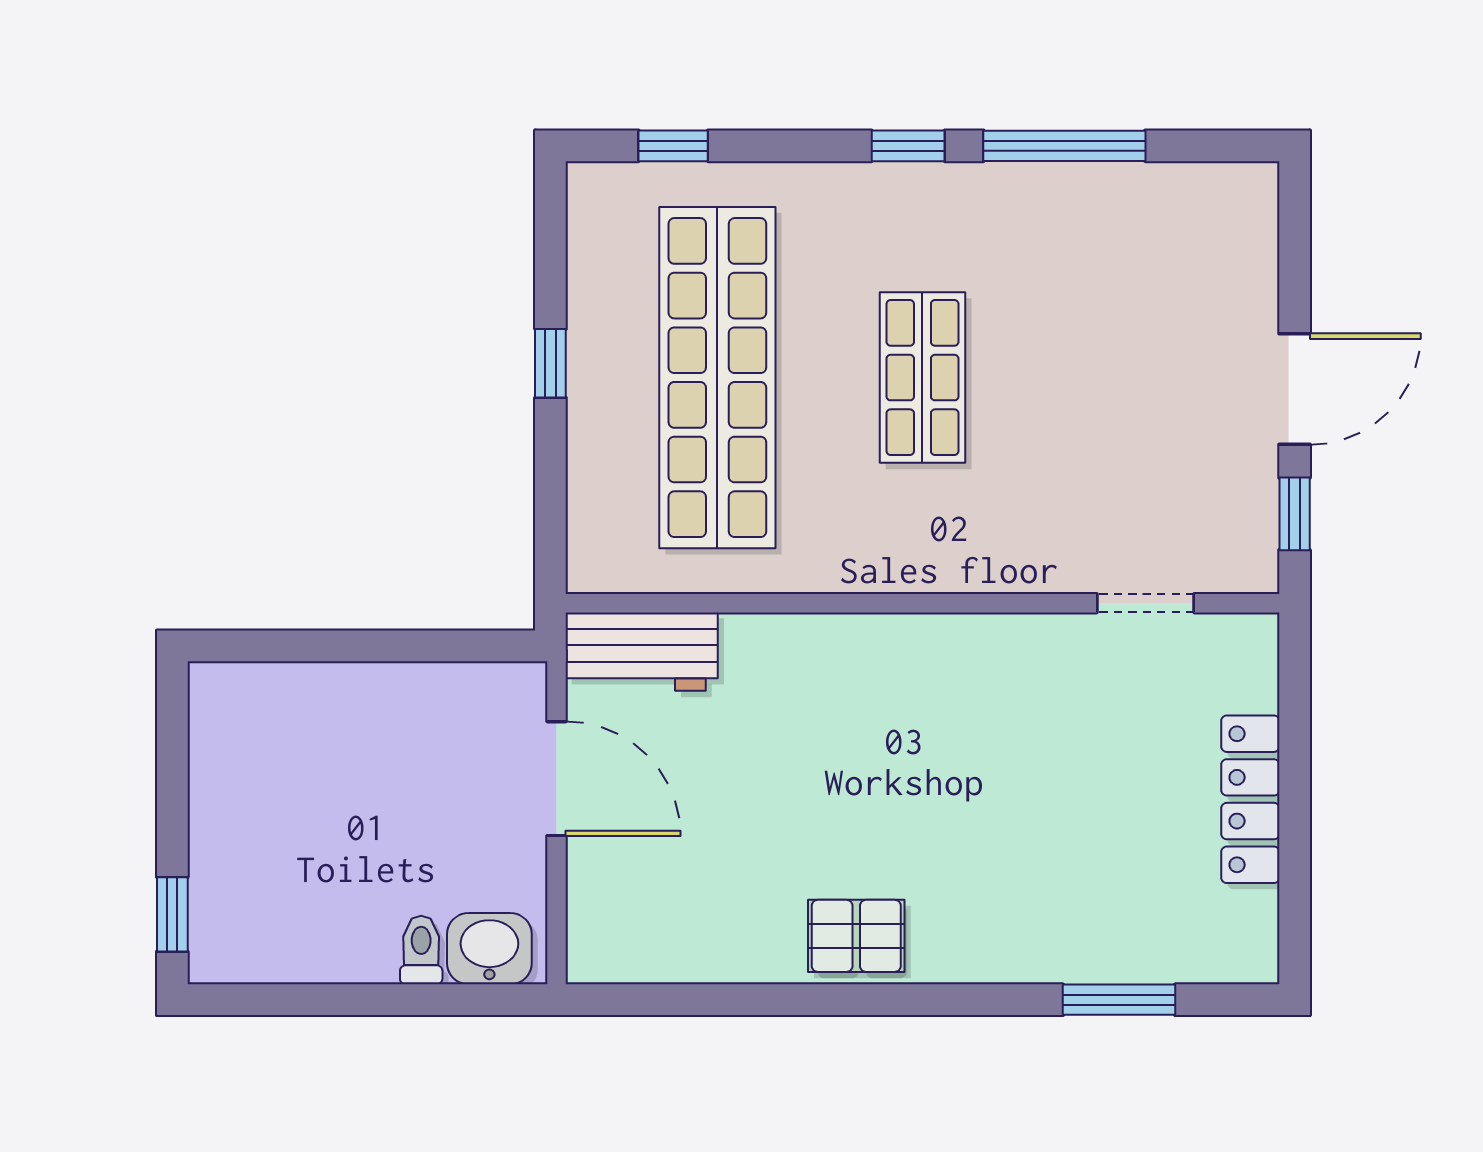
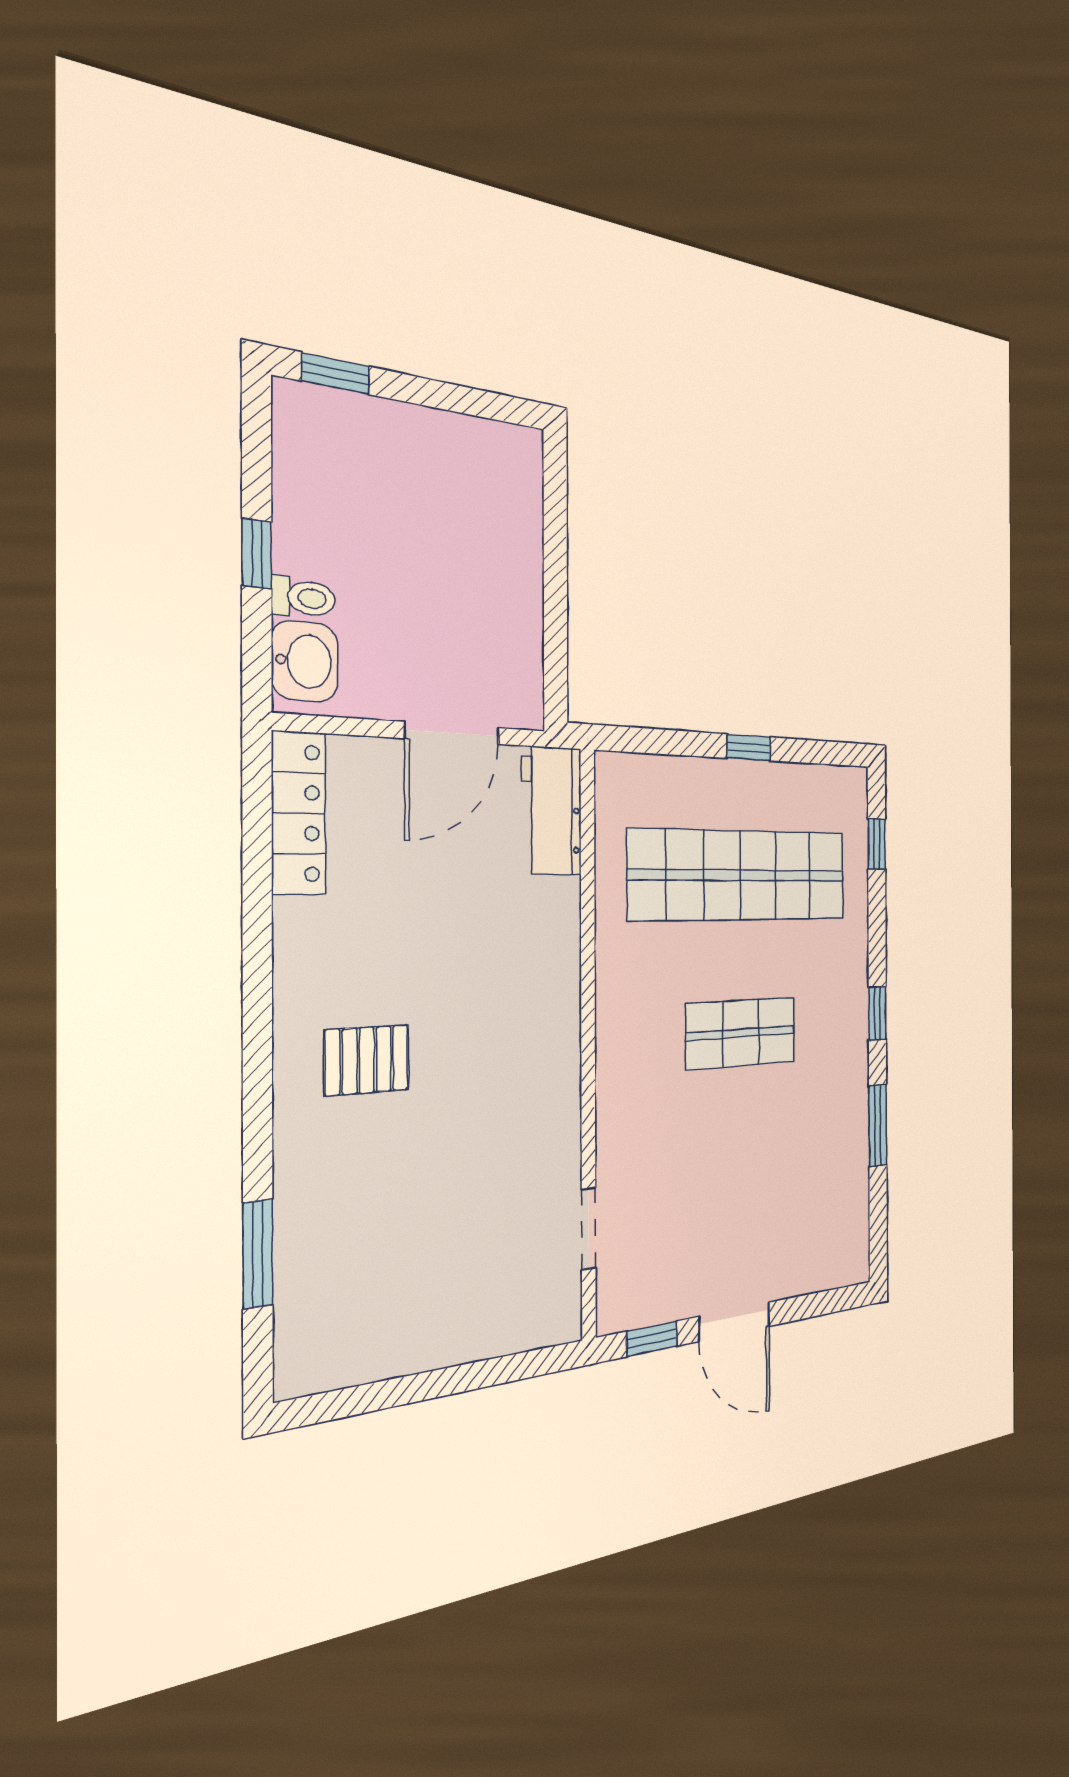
window: (1064, 146) -> (878, 1126), width x0.69
locker: (1250, 799) -> (299, 813), moved, turned 90
pallet: (856, 936) -> (367, 1060), moved, turned 90
window: (380, 1000) -> (257, 554), added

